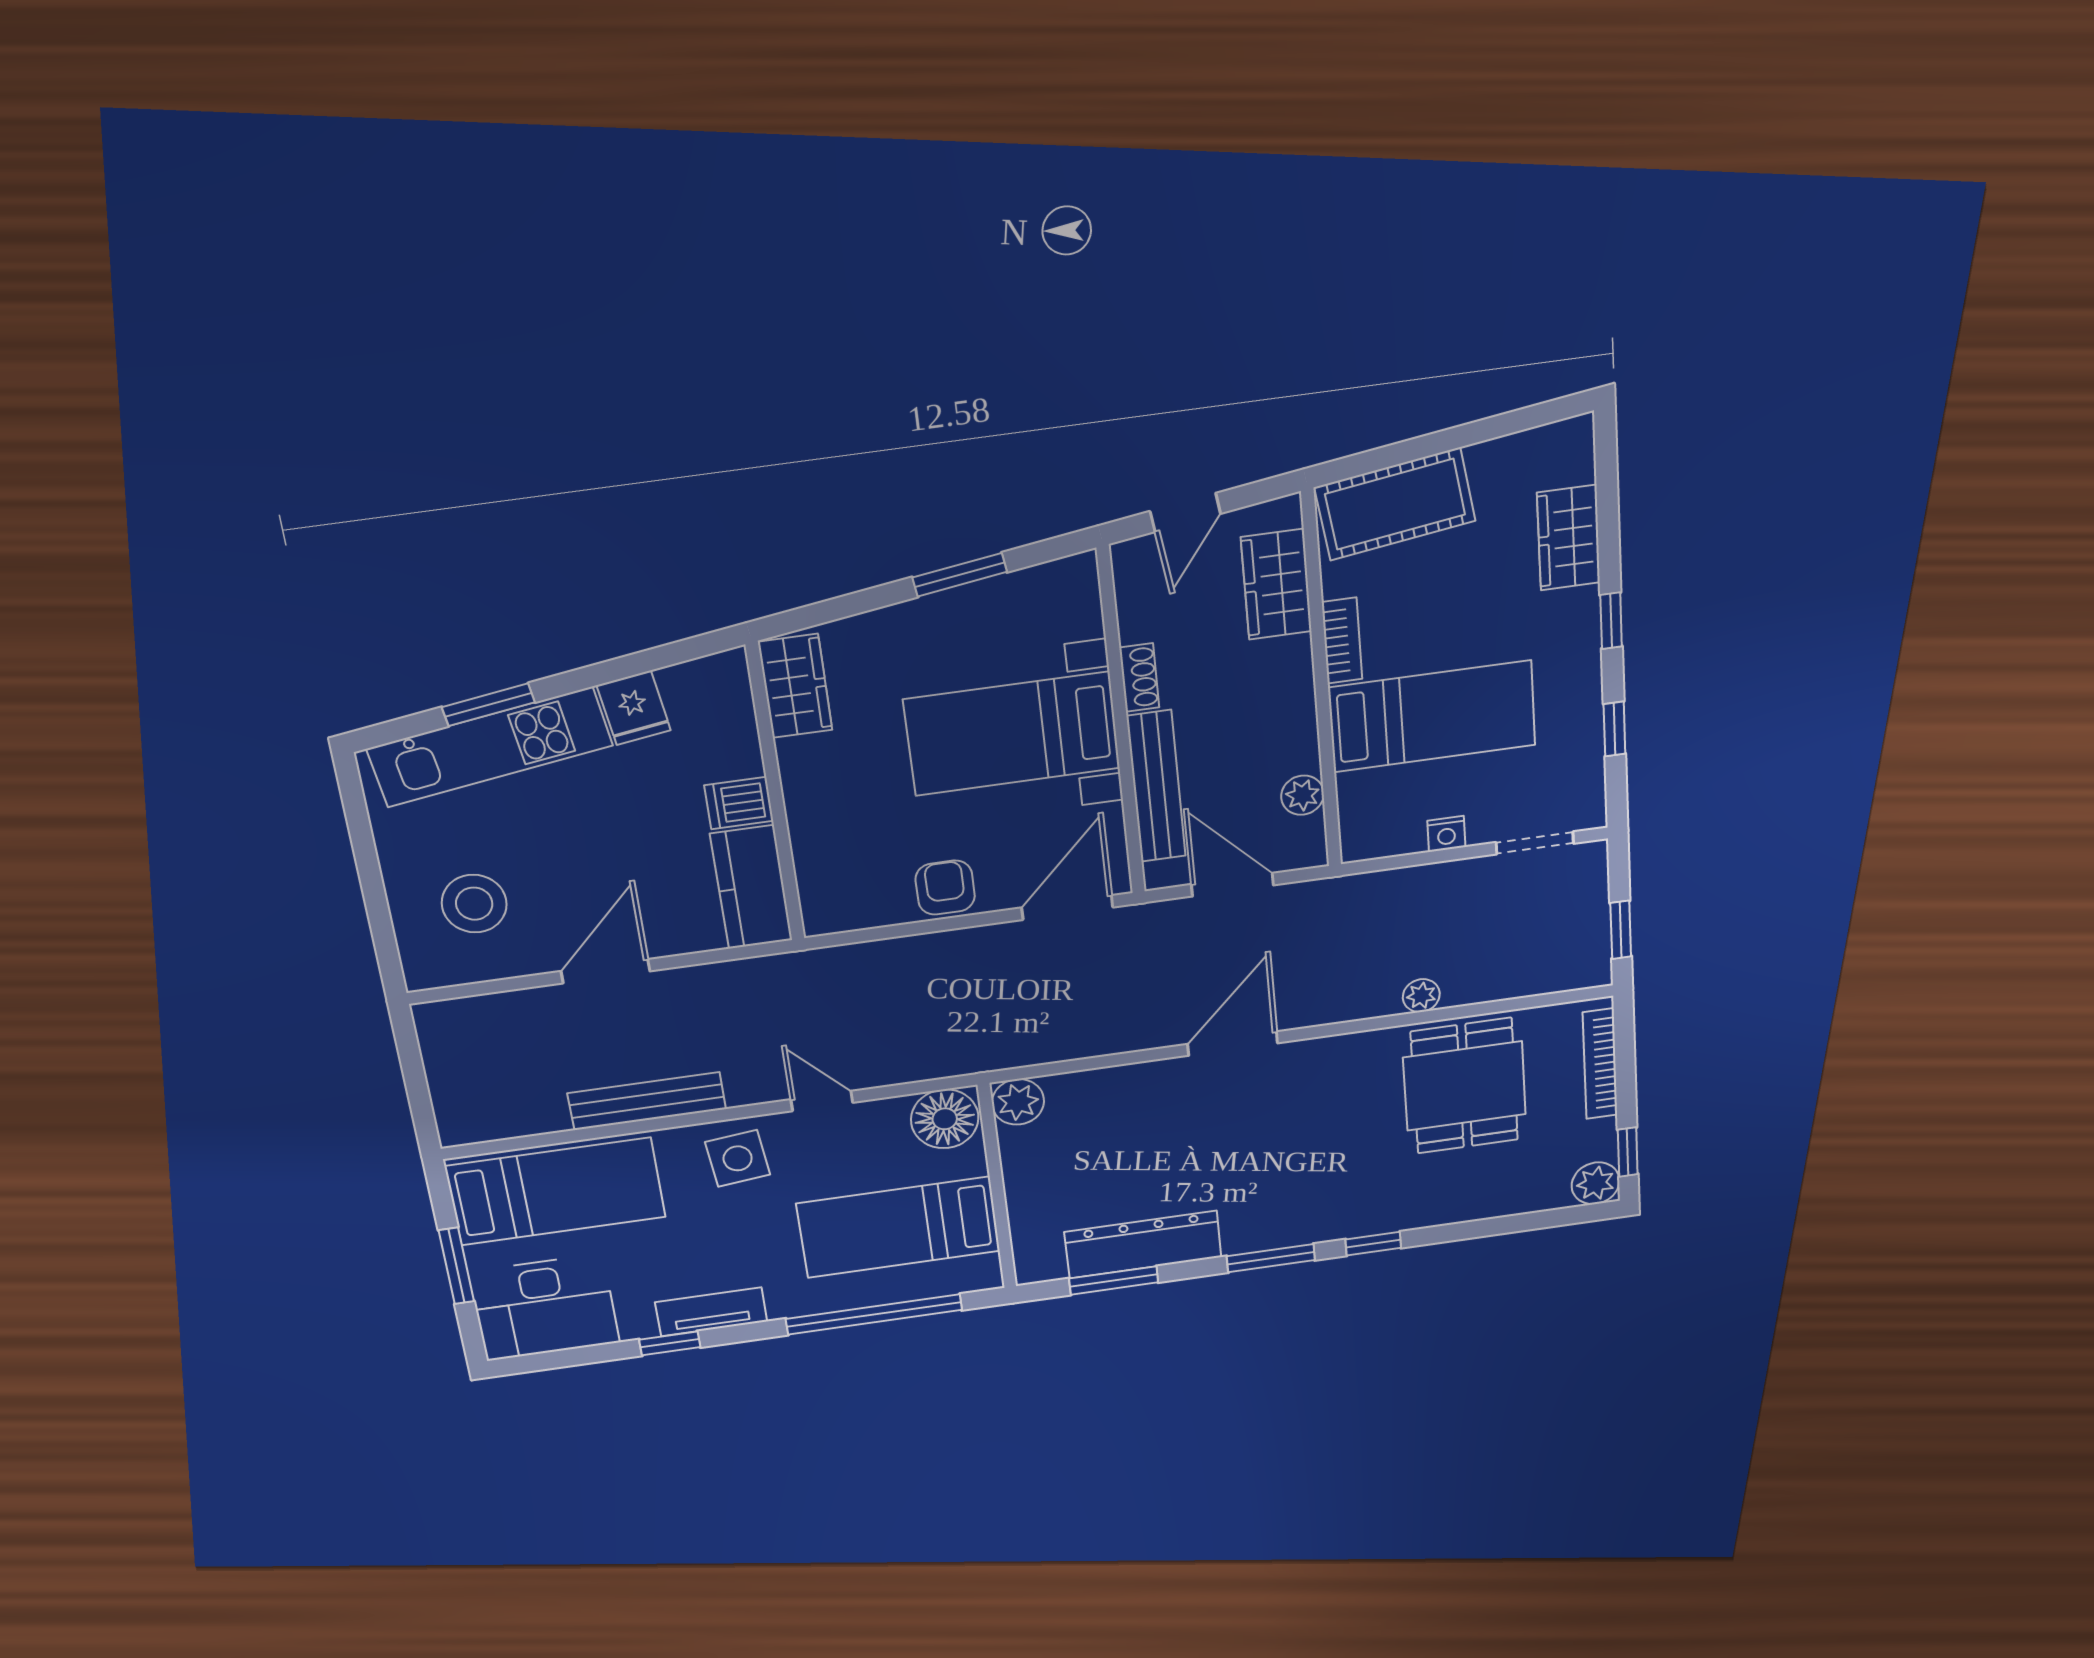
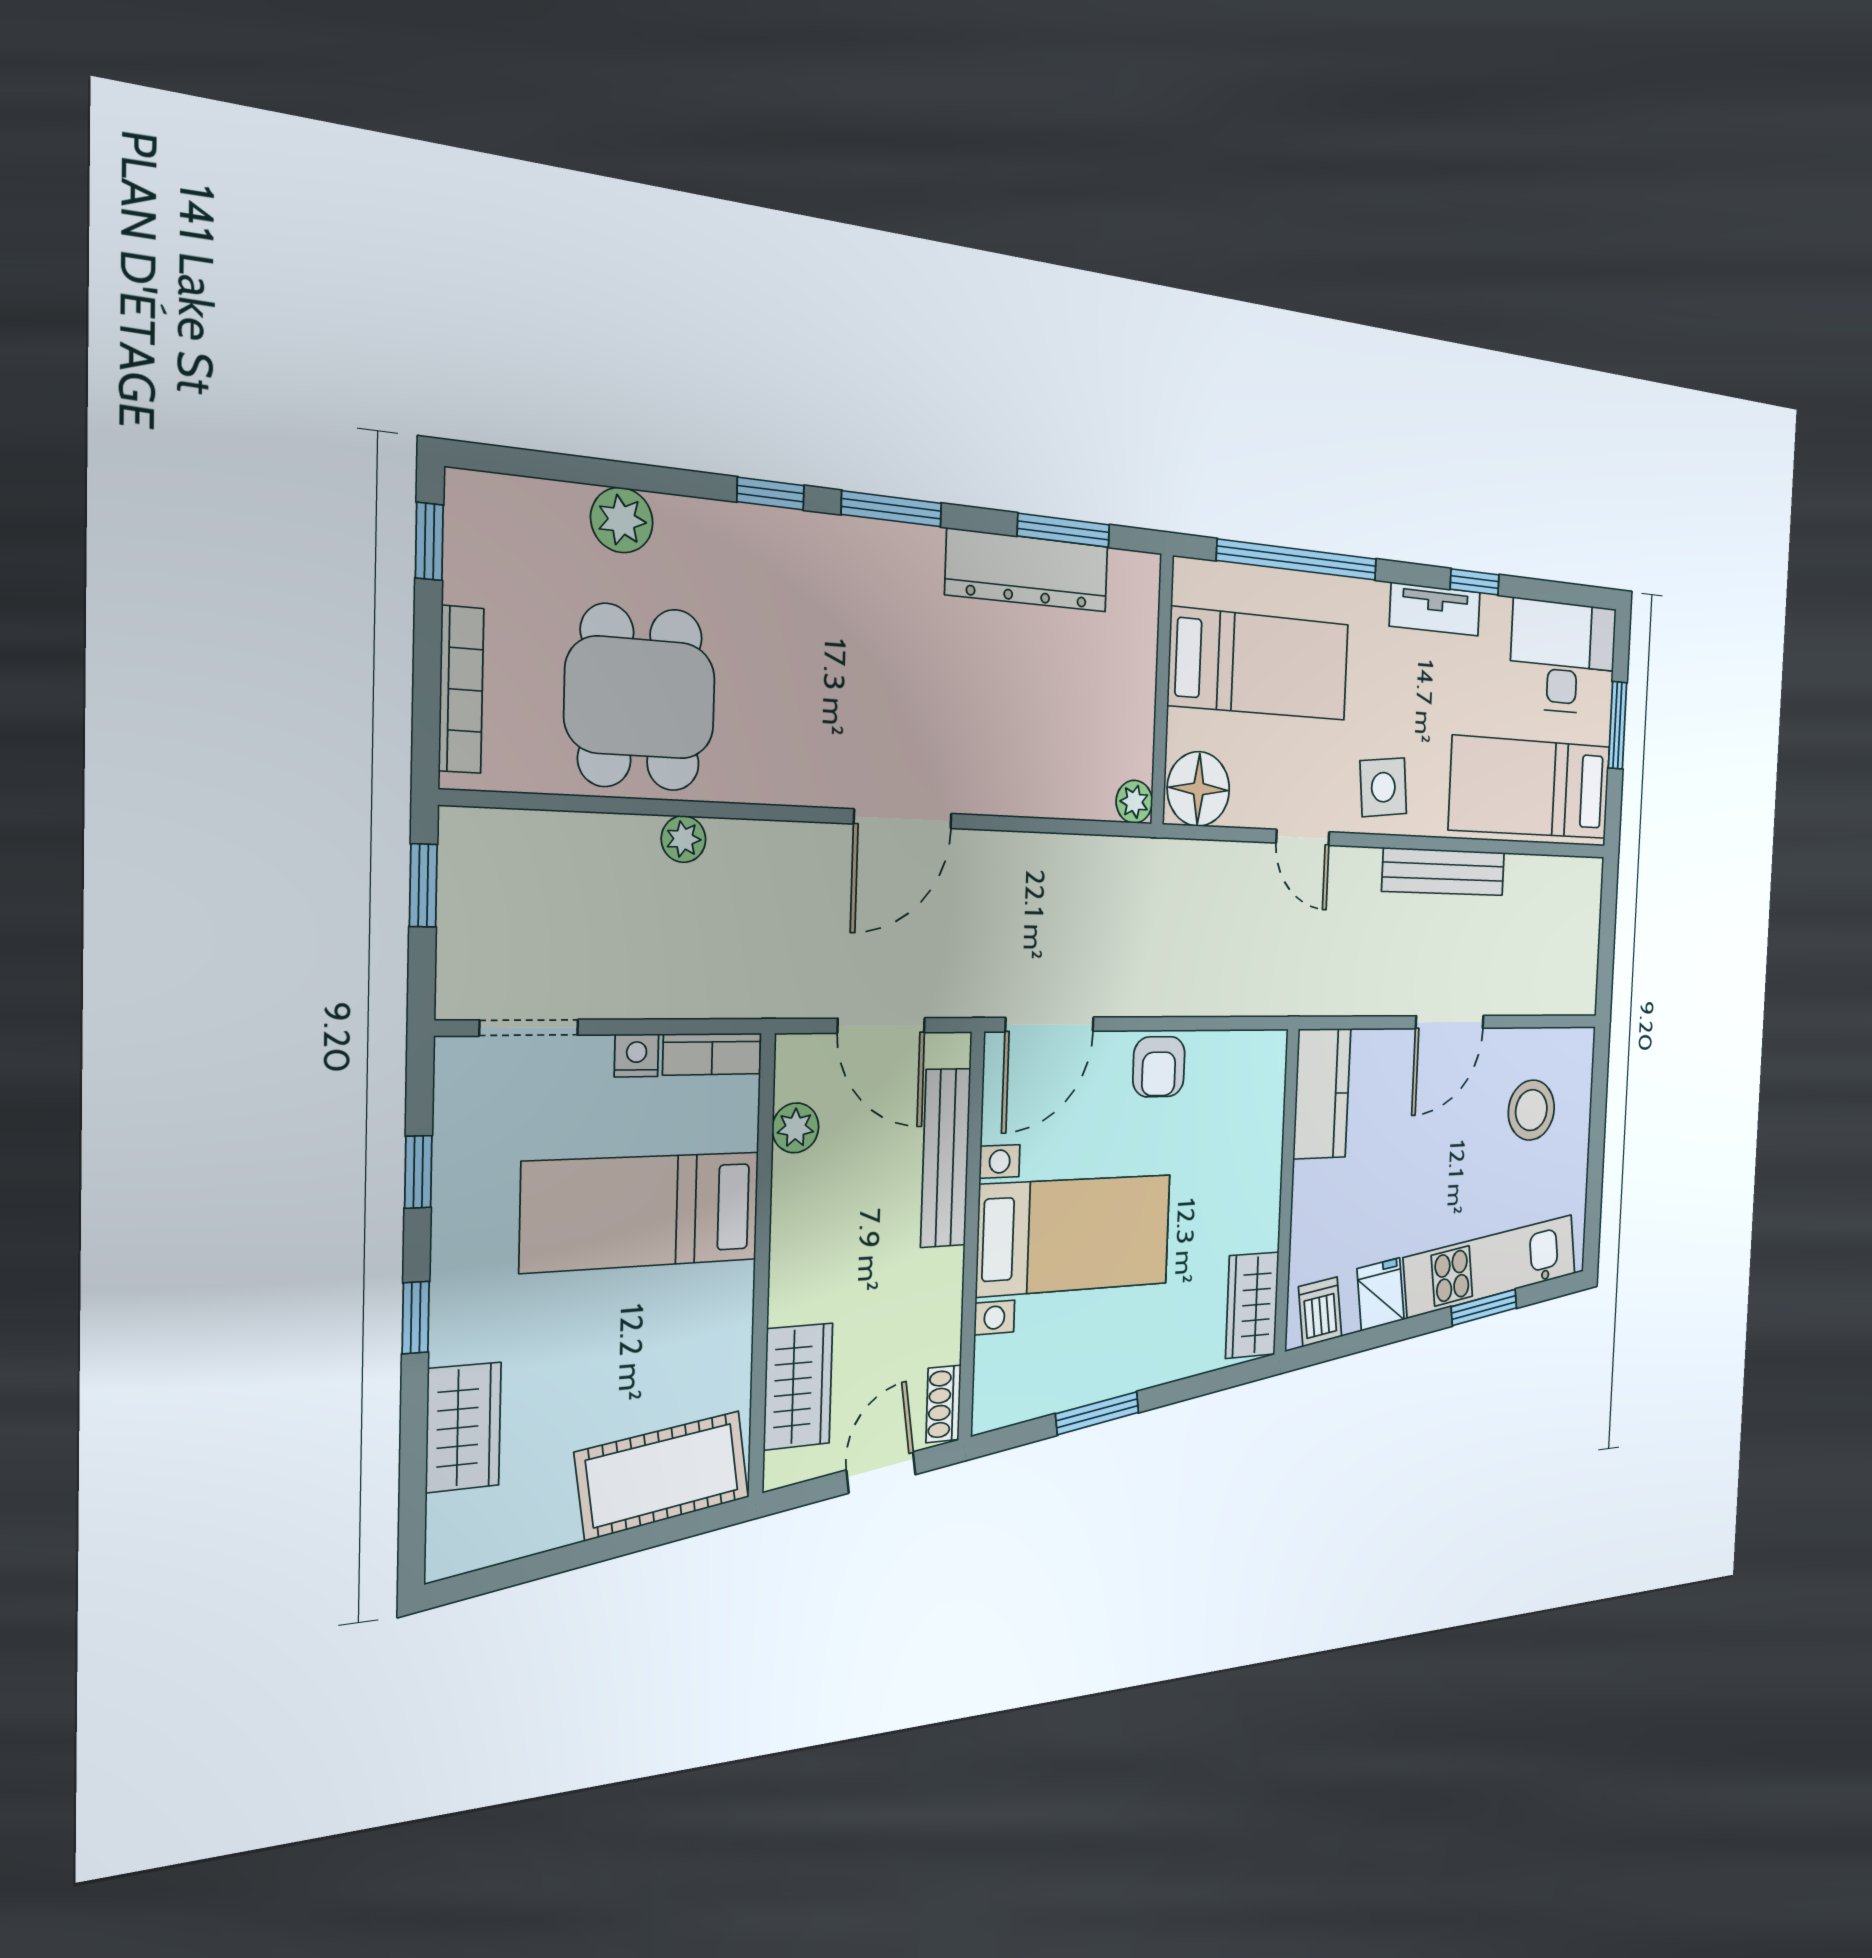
bookcase: (1342, 641) -> (712, 1054), moved, turned -90
shoe rack: (1139, 677) -> (944, 1404), moved
dishwasher: (739, 803) -> (1320, 1312), moved, turned -98
plant: (1018, 1102) -> (1134, 802), width x0.73, depth x0.73
plant: (1596, 1183) -> (622, 520), moved

